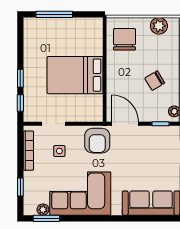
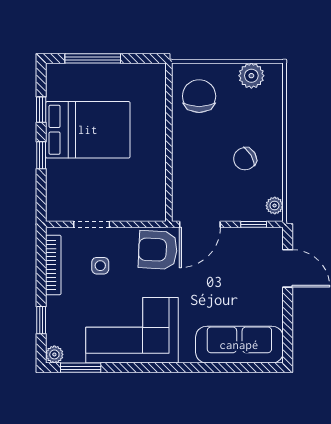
bed: (75, 75) -> (88, 130), moved, turned 180
window: (20, 103) -> (41, 110), moved
door: (125, 124) -> (200, 224), swing flipped
armchair: (97, 141) -> (158, 250), turned 93
plant: (43, 210) -> (54, 354), moved

